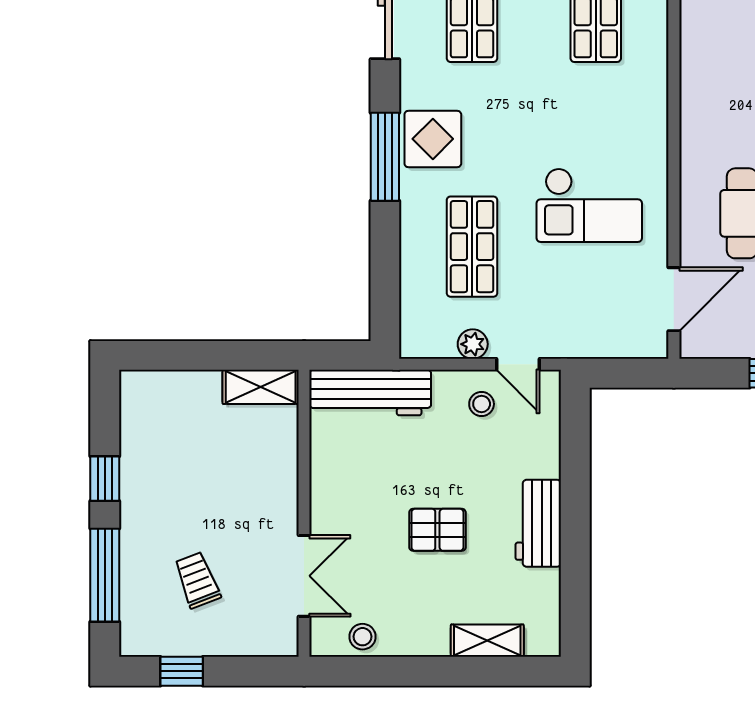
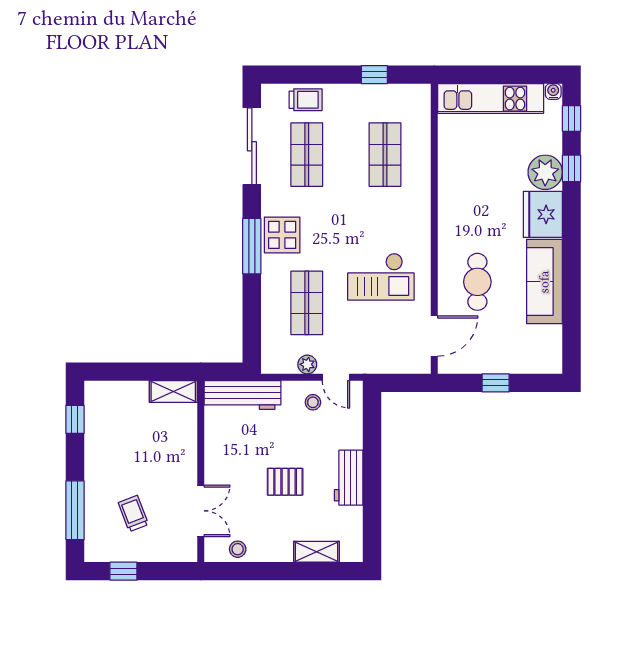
window: (105, 479) -> (75, 419), moved

